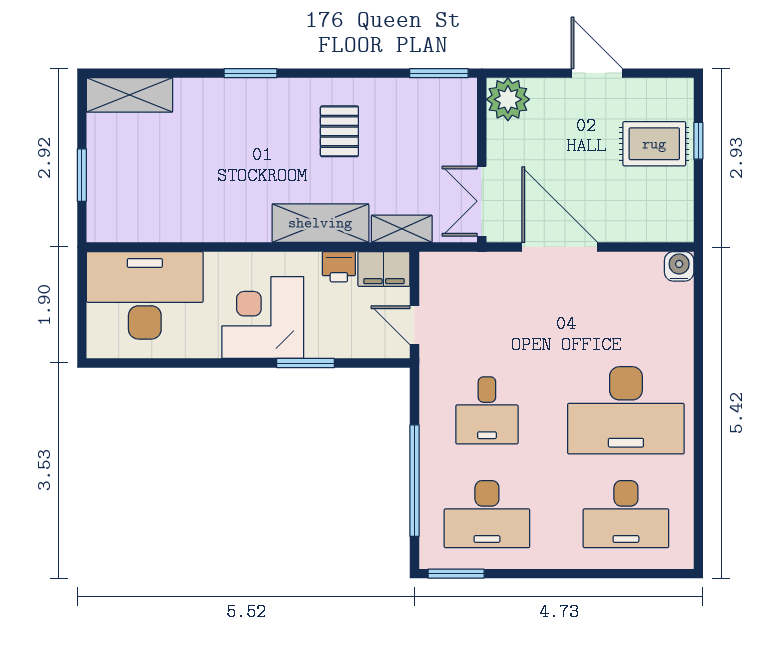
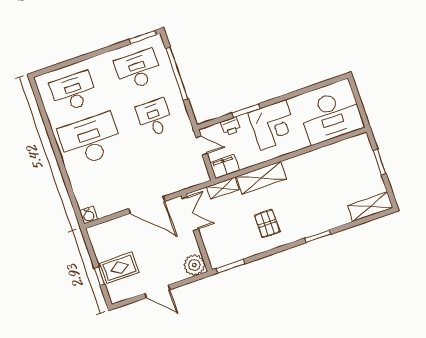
printer: (339, 267) -> (231, 126), moved, turned 180

